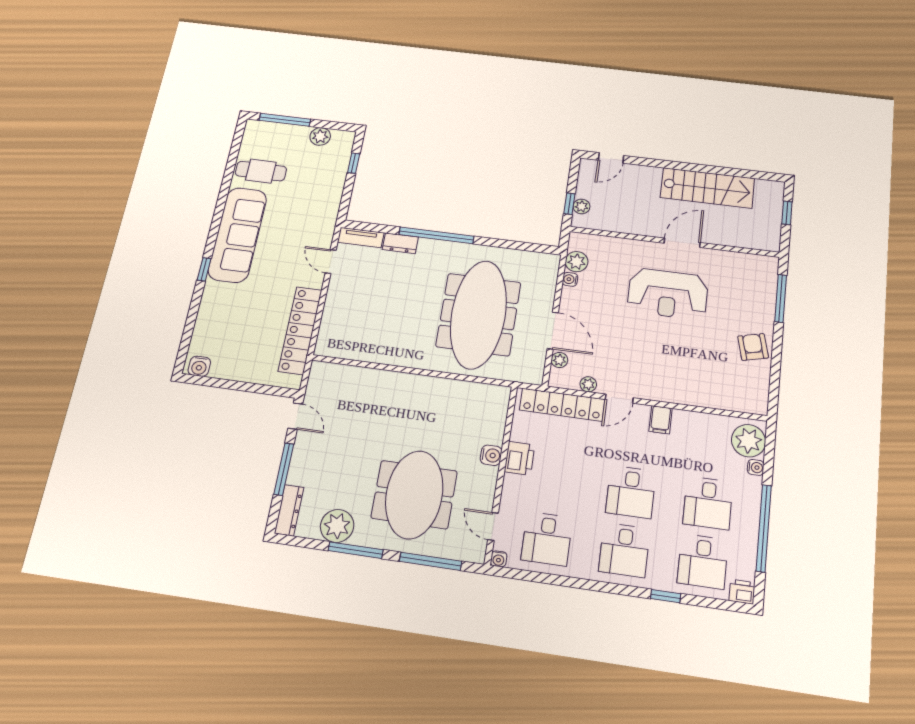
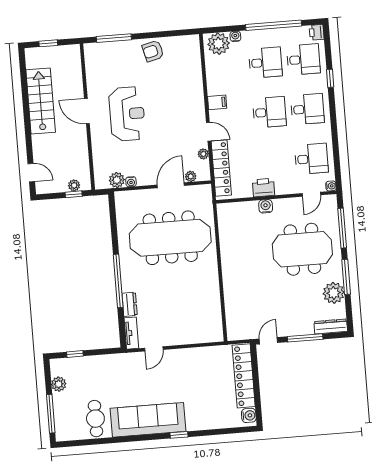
locker: (300, 330) -> (244, 376), moved, turned 90

